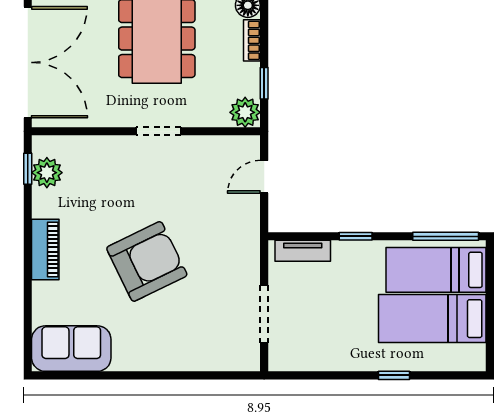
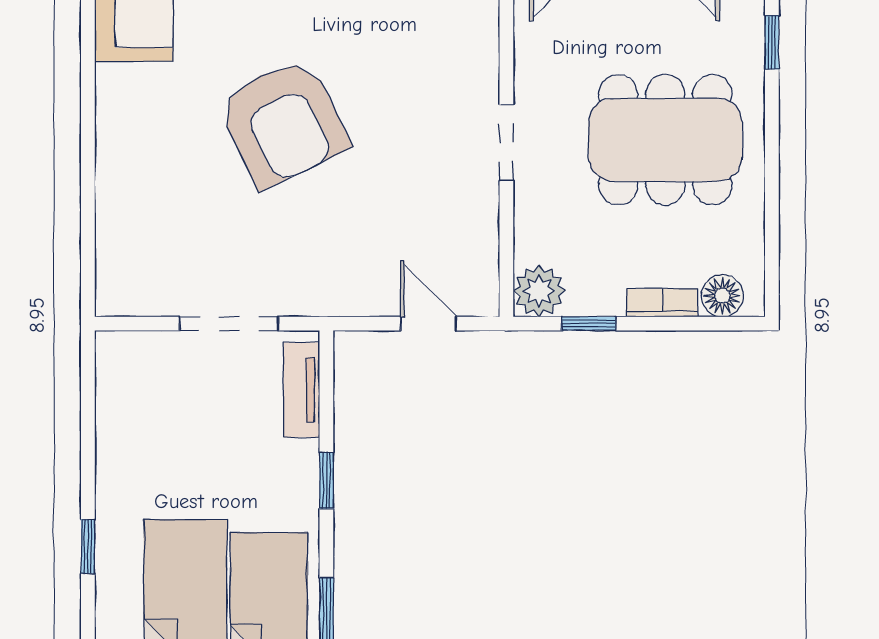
doorway: (264, 314) -> (229, 324), moved

